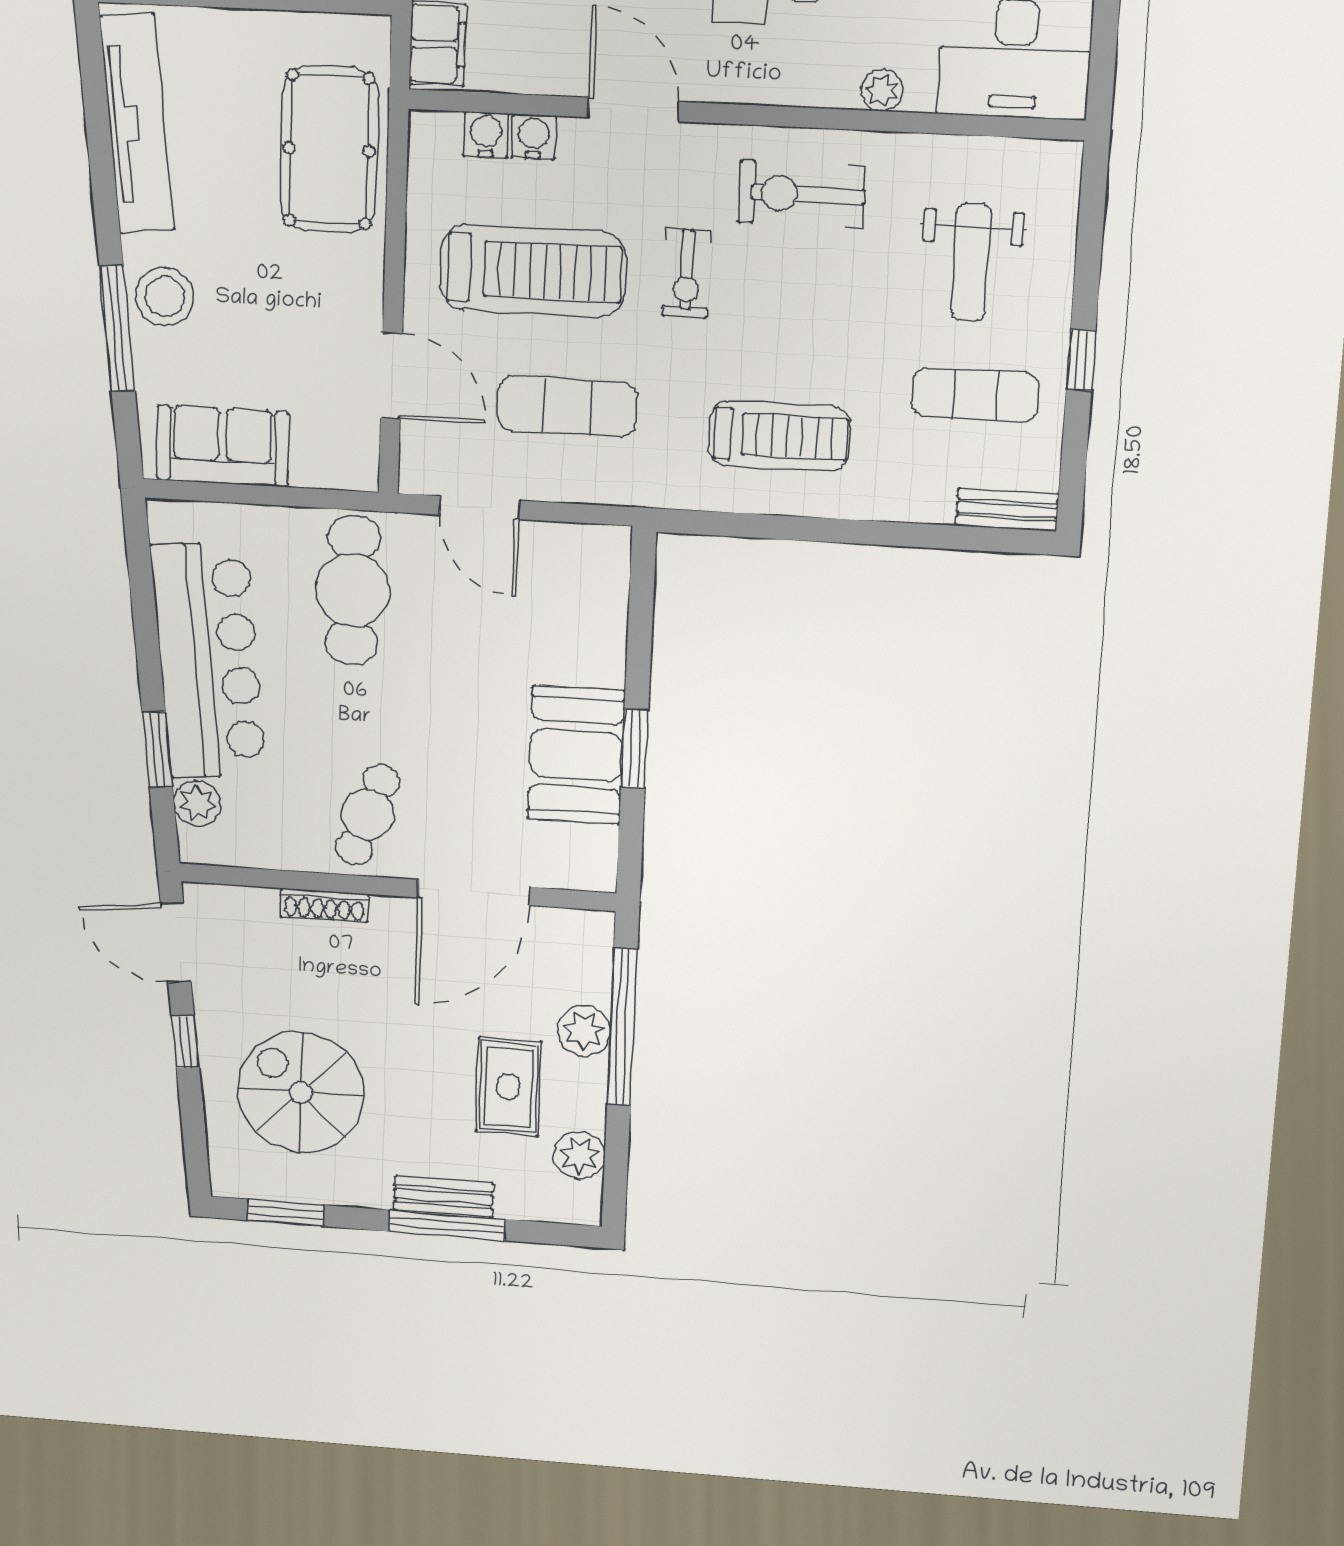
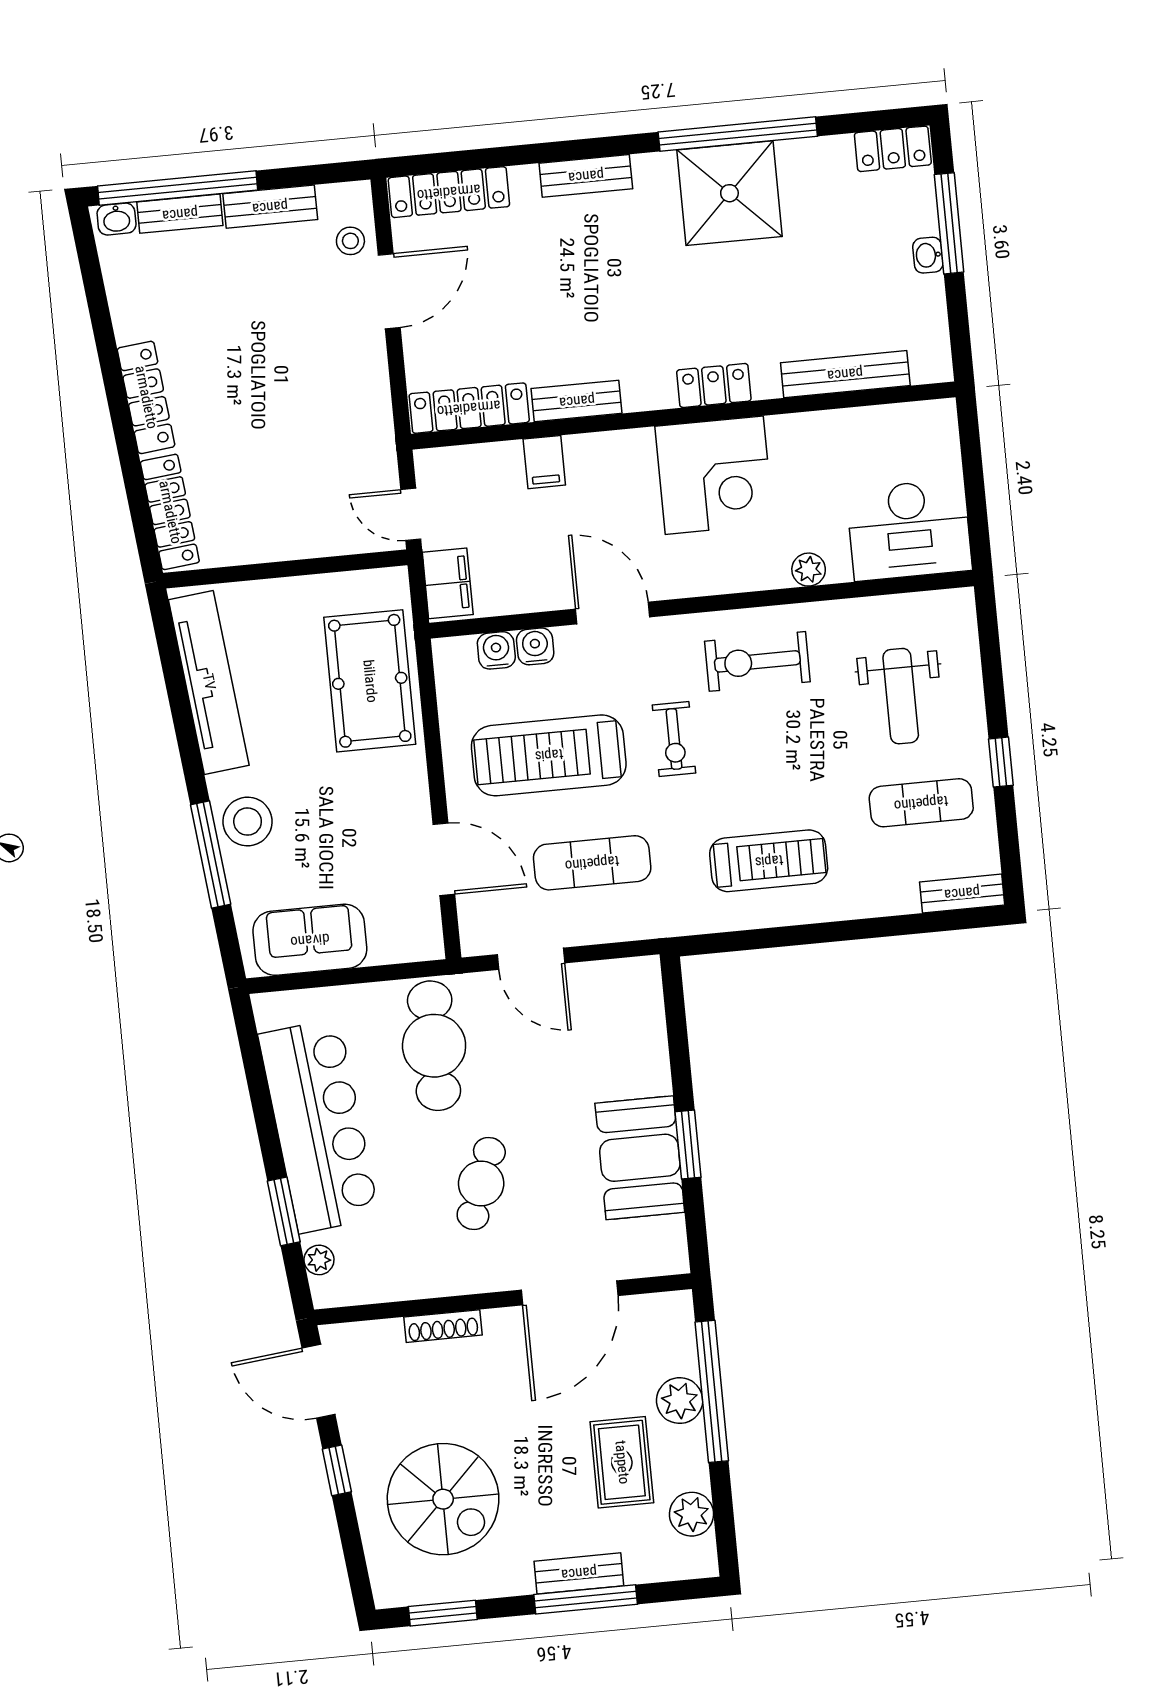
treadmill: (532, 271) -> (549, 755), turned 180
plant: (197, 803) -> (319, 1260), width x0.73, depth x0.73
cafe table: (368, 814) -> (481, 1183), moved
spiral stairs: (301, 1092) -> (443, 1499), turned 180

